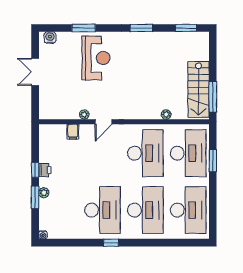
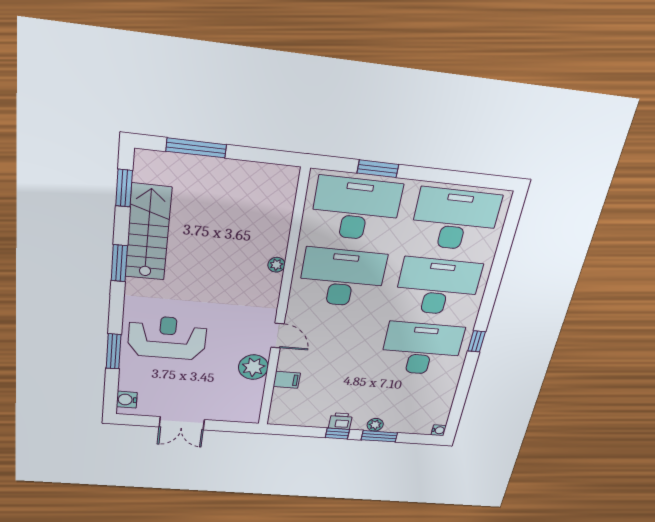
stairs: (198, 89) -> (148, 233), moved, turned -90
window: (213, 97) -> (196, 148), moved
plant: (166, 114) -> (276, 265), moved
plant: (84, 115) -> (253, 367), width x1.88, depth x1.88

